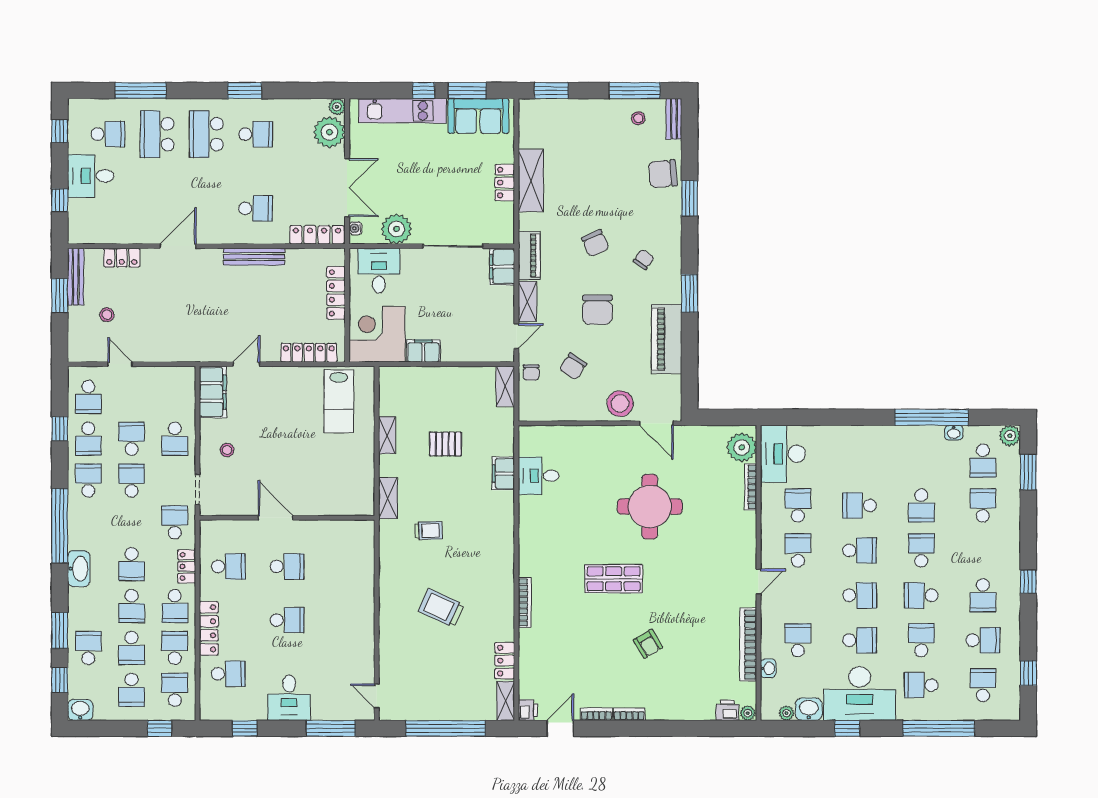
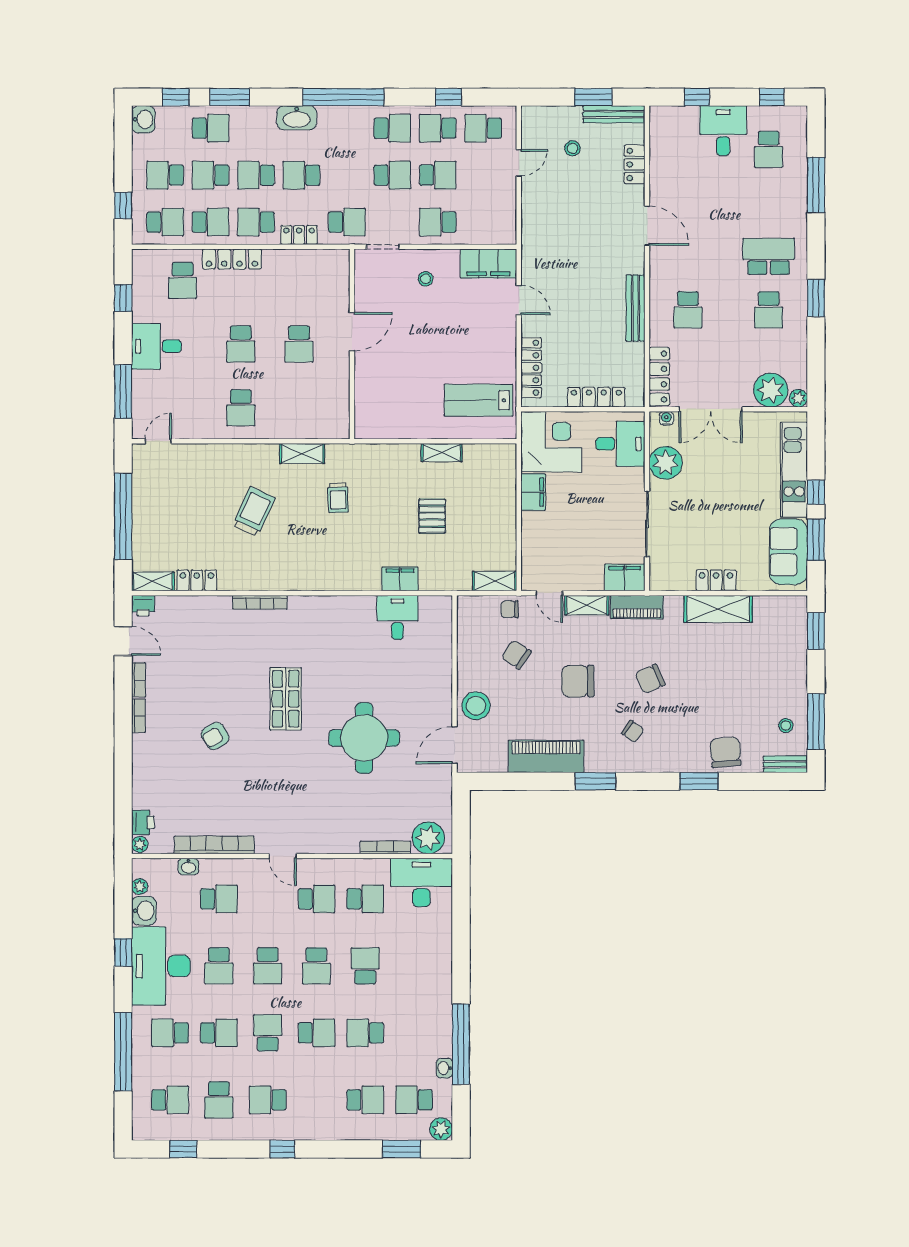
school desk: (157, 134) -> (769, 203), removed
shelving: (388, 498) -> (302, 454), moved
school desk: (228, 566) -> (241, 408), moved
school desk: (921, 685) -> (170, 1033), turned -90

